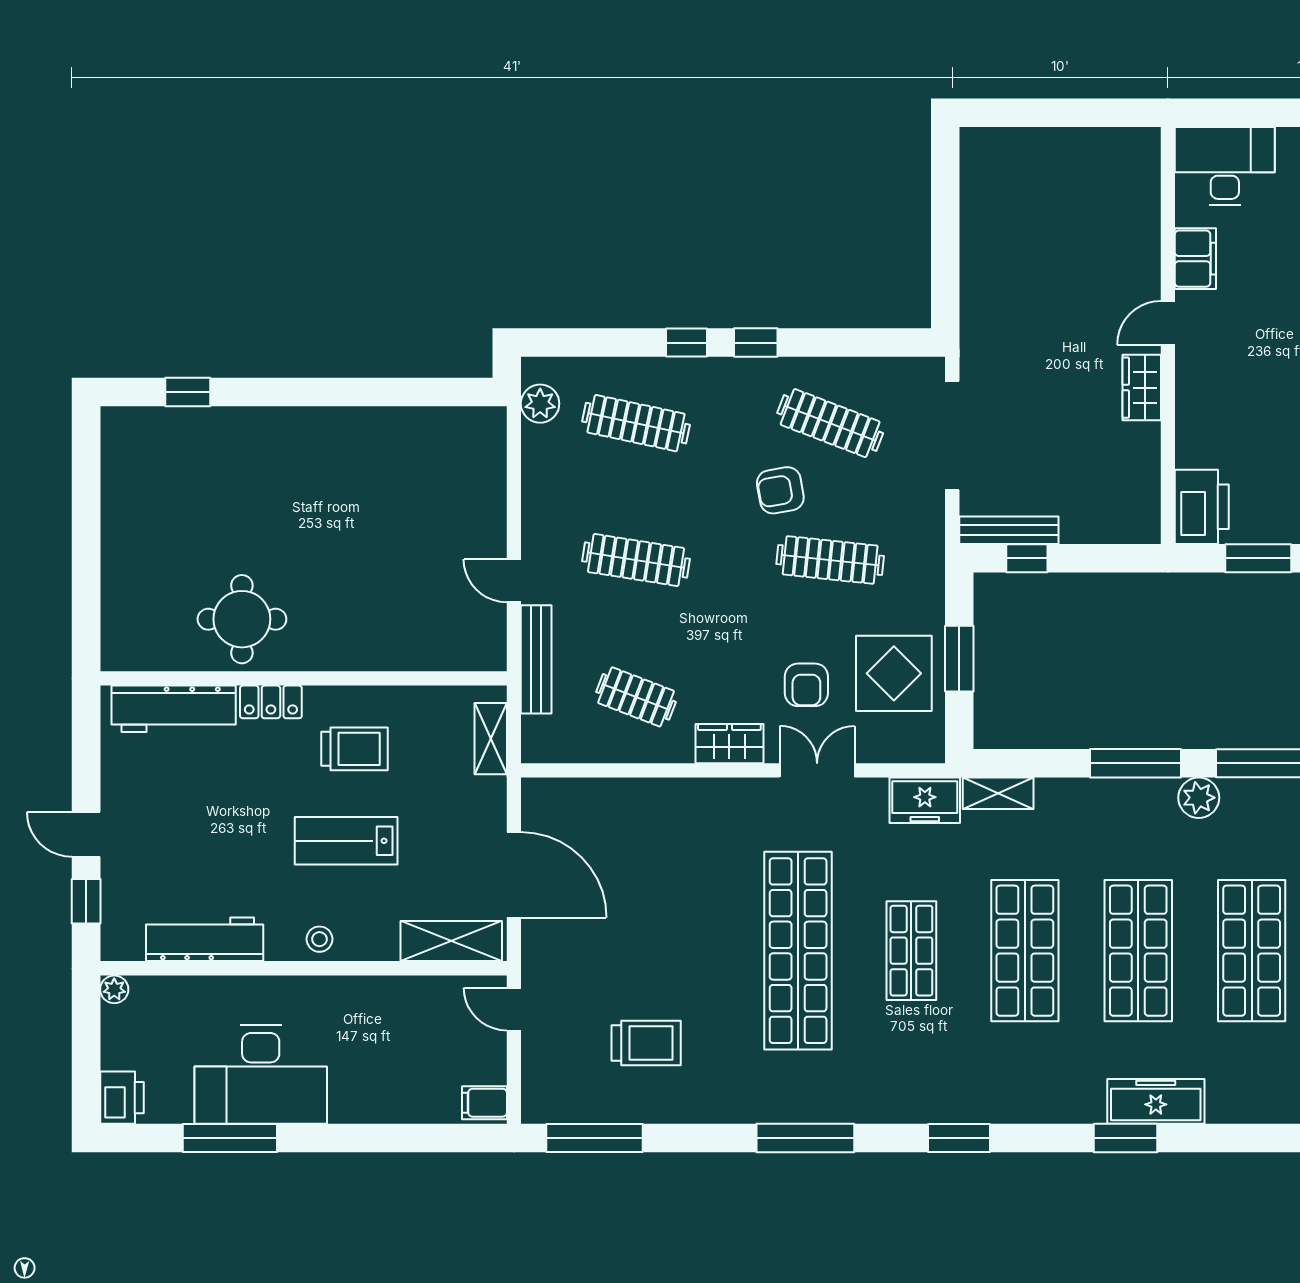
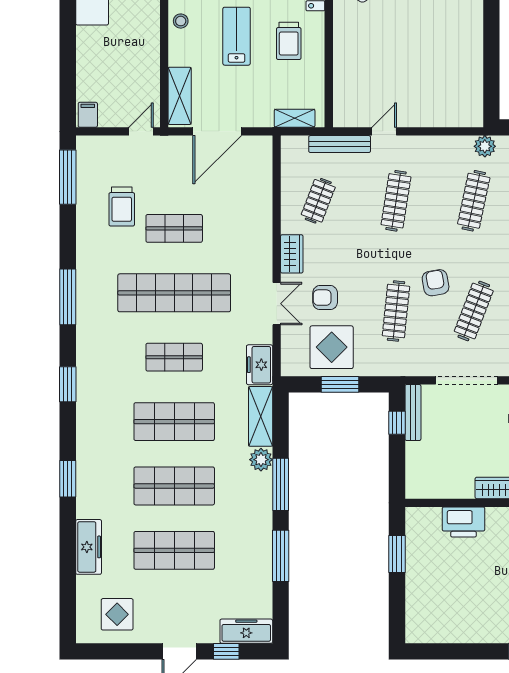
printer: (1202, 507) -> (463, 522), moved
shelving: (998, 793) -> (261, 416), width x1.50, depth x1.33
plant: (1199, 798) -> (261, 460), moved
shop shelf: (685, 951) -> (174, 228), added
freezer: (1156, 1101) -> (89, 547), moved

